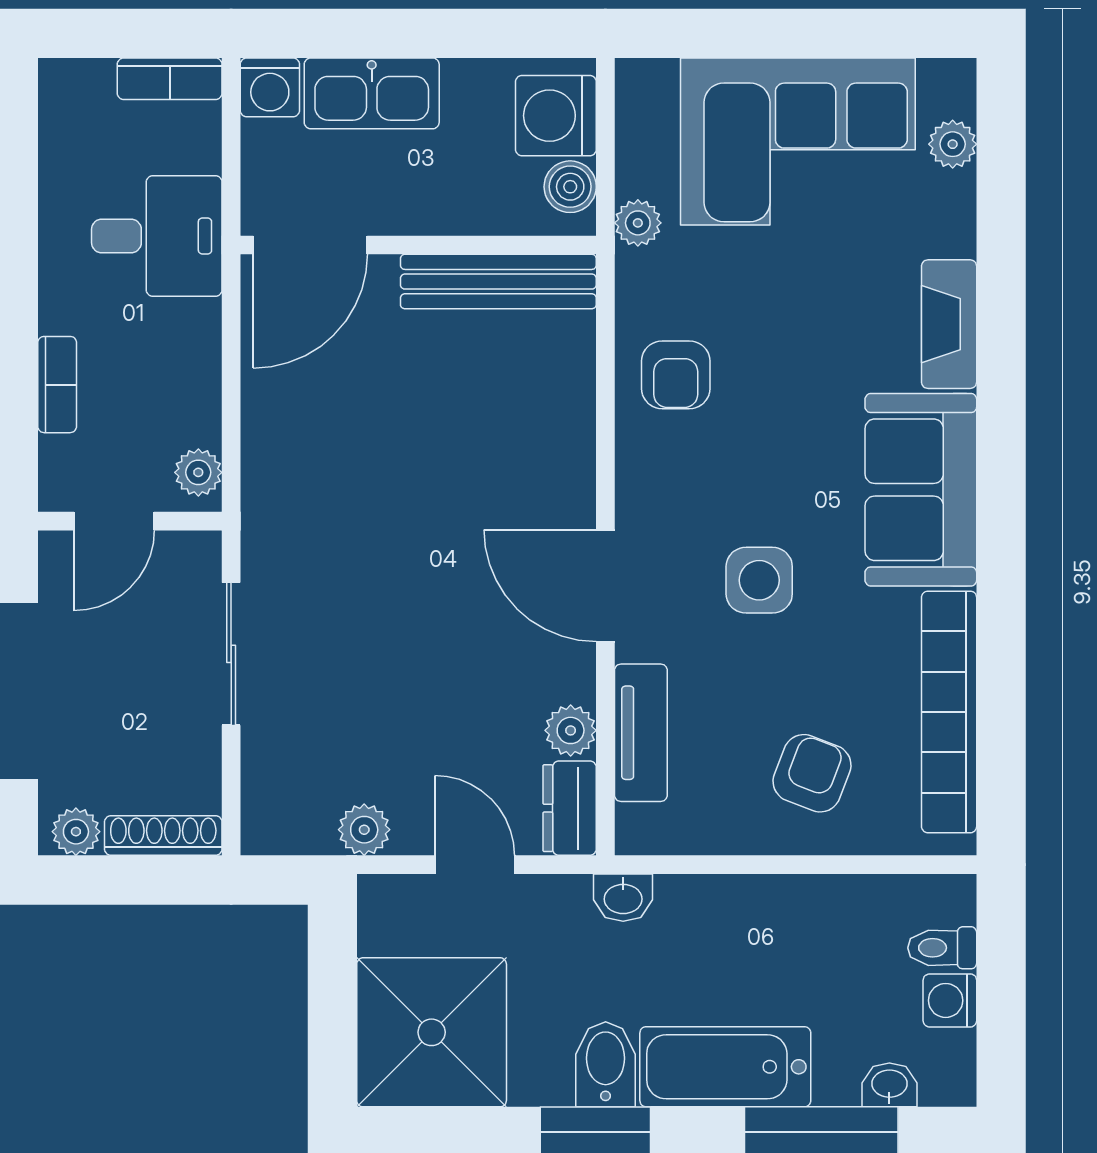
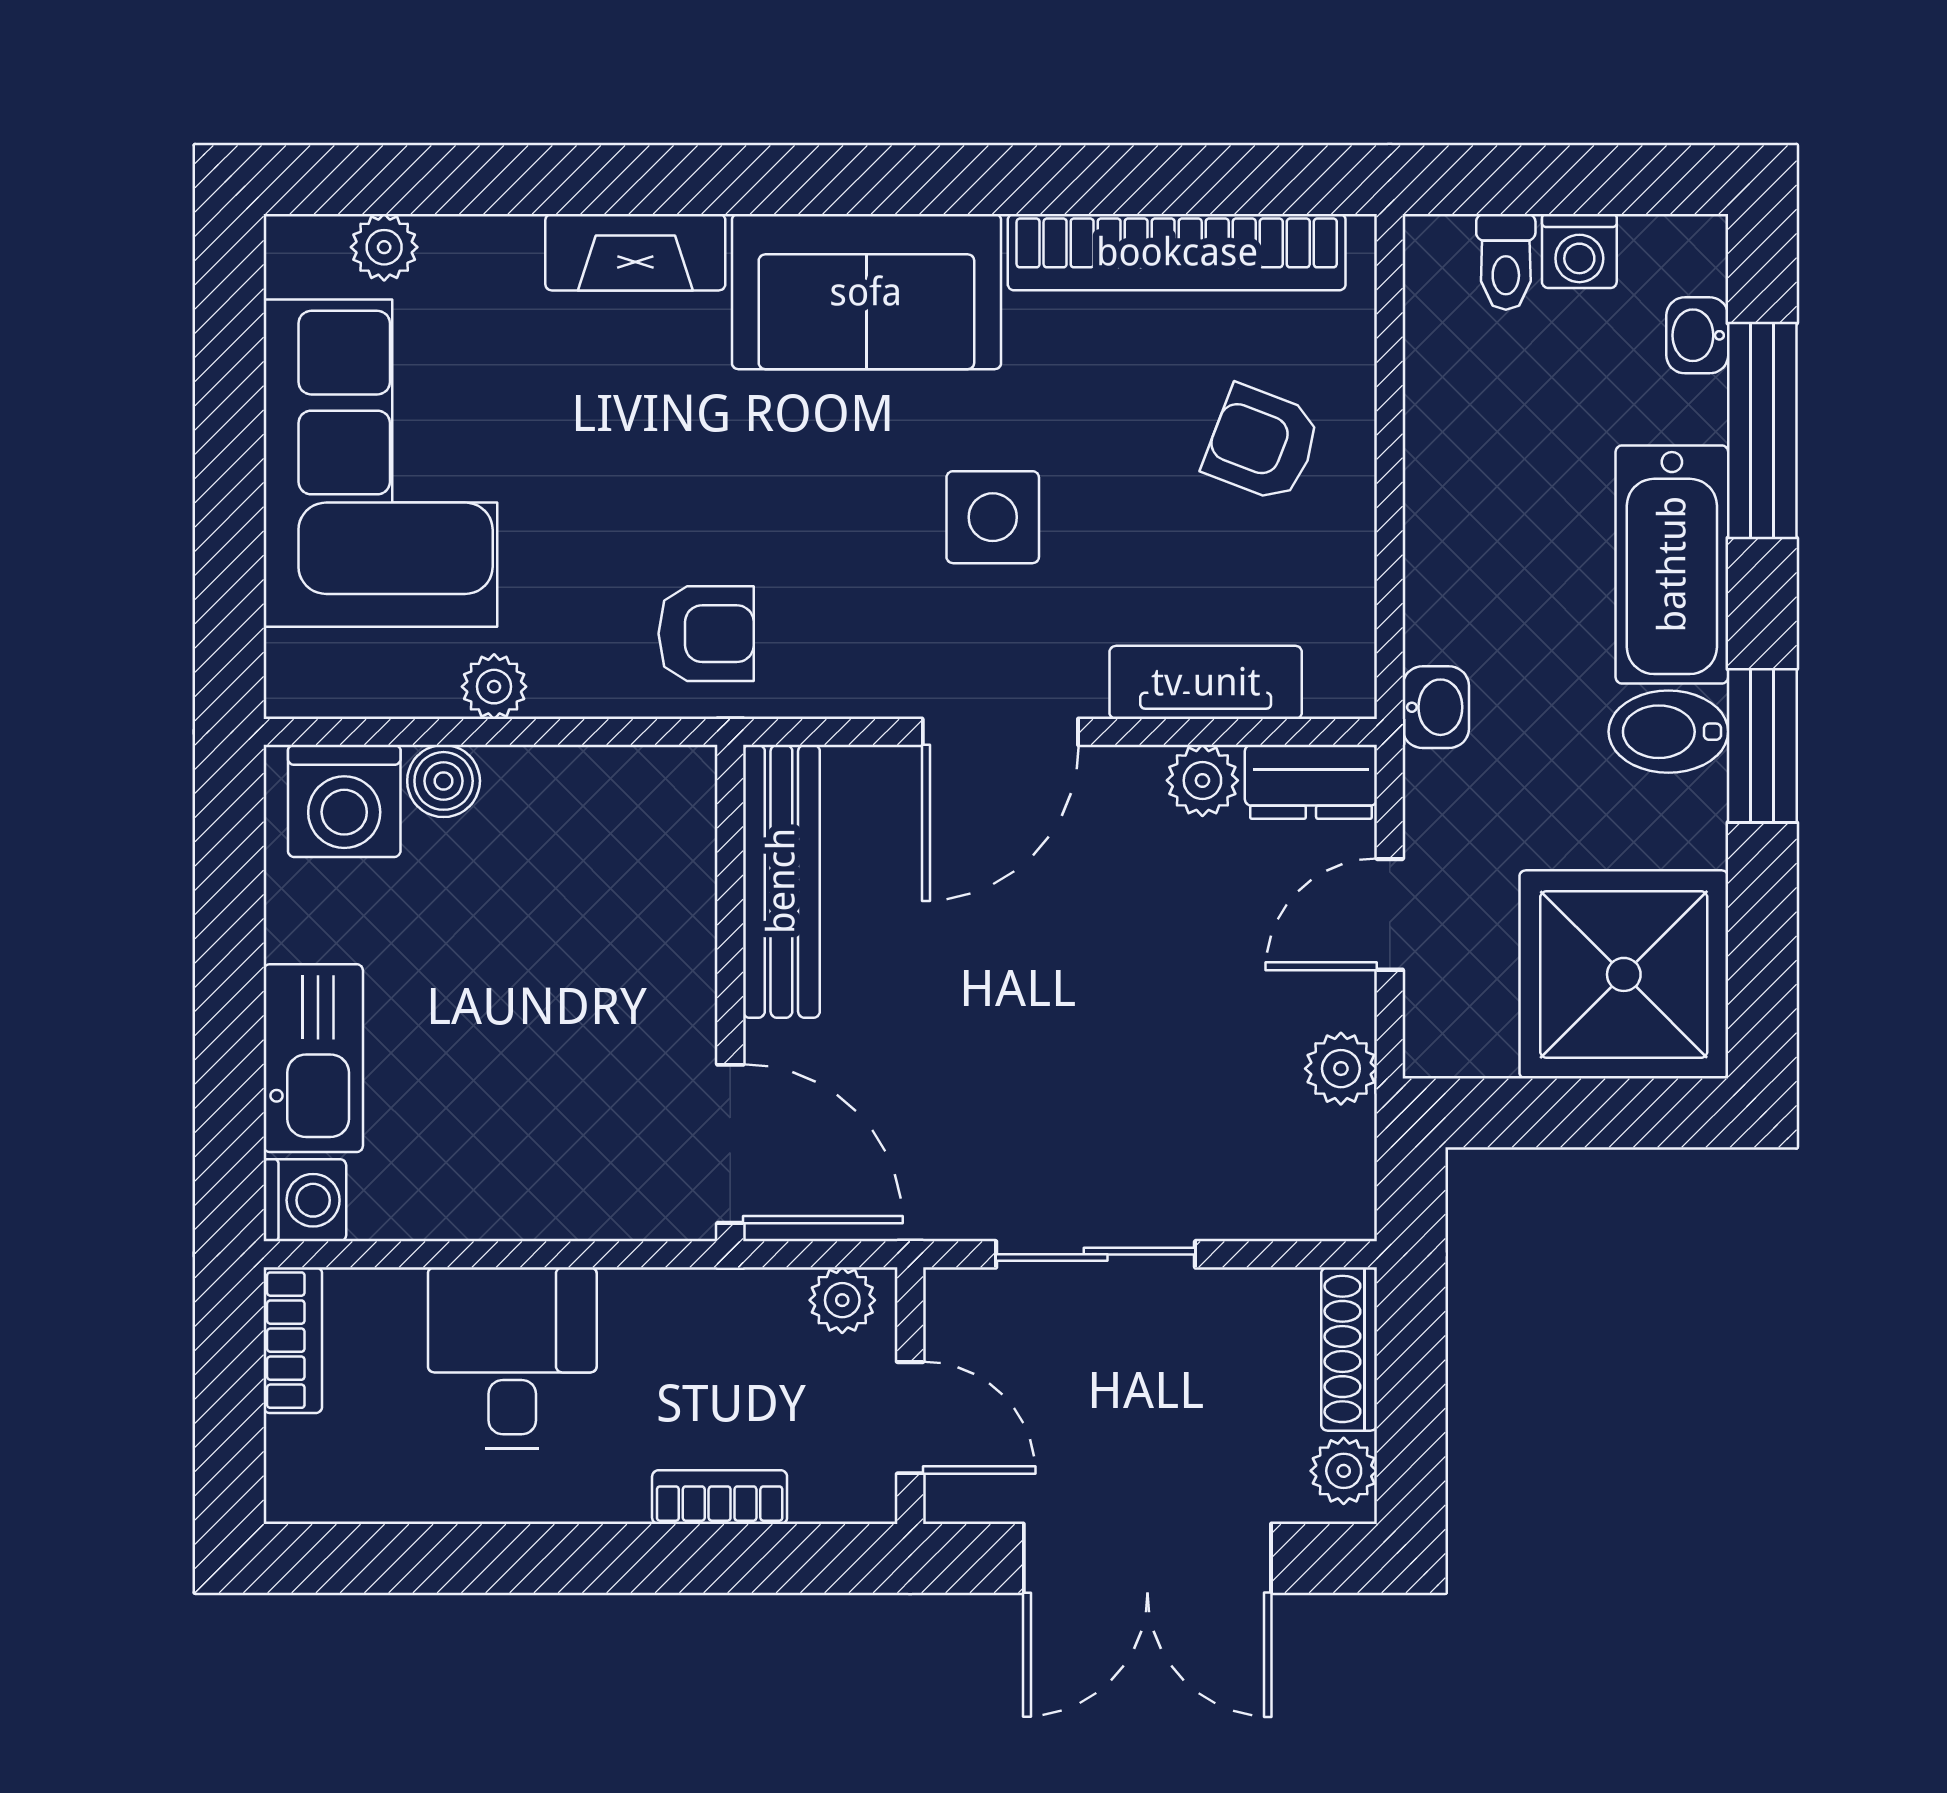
door: (310, 245) -> (730, 1144), moved
wall: (418, 245) -> (730, 993), moved
bench: (498, 282) -> (781, 881), moved

